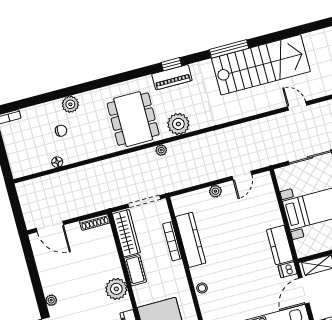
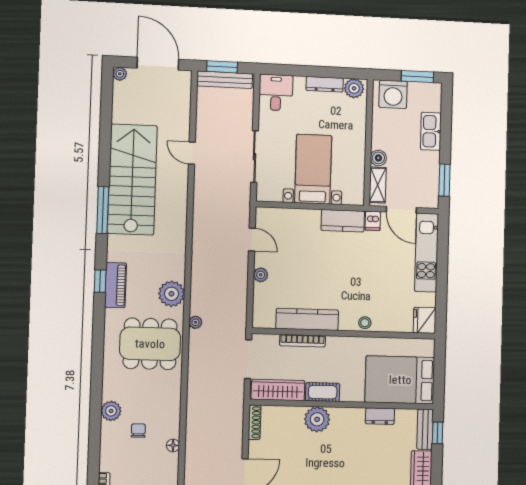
door: (297, 106) -> (192, 153), hinge flipped
plant: (116, 289) -> (317, 419), moved

